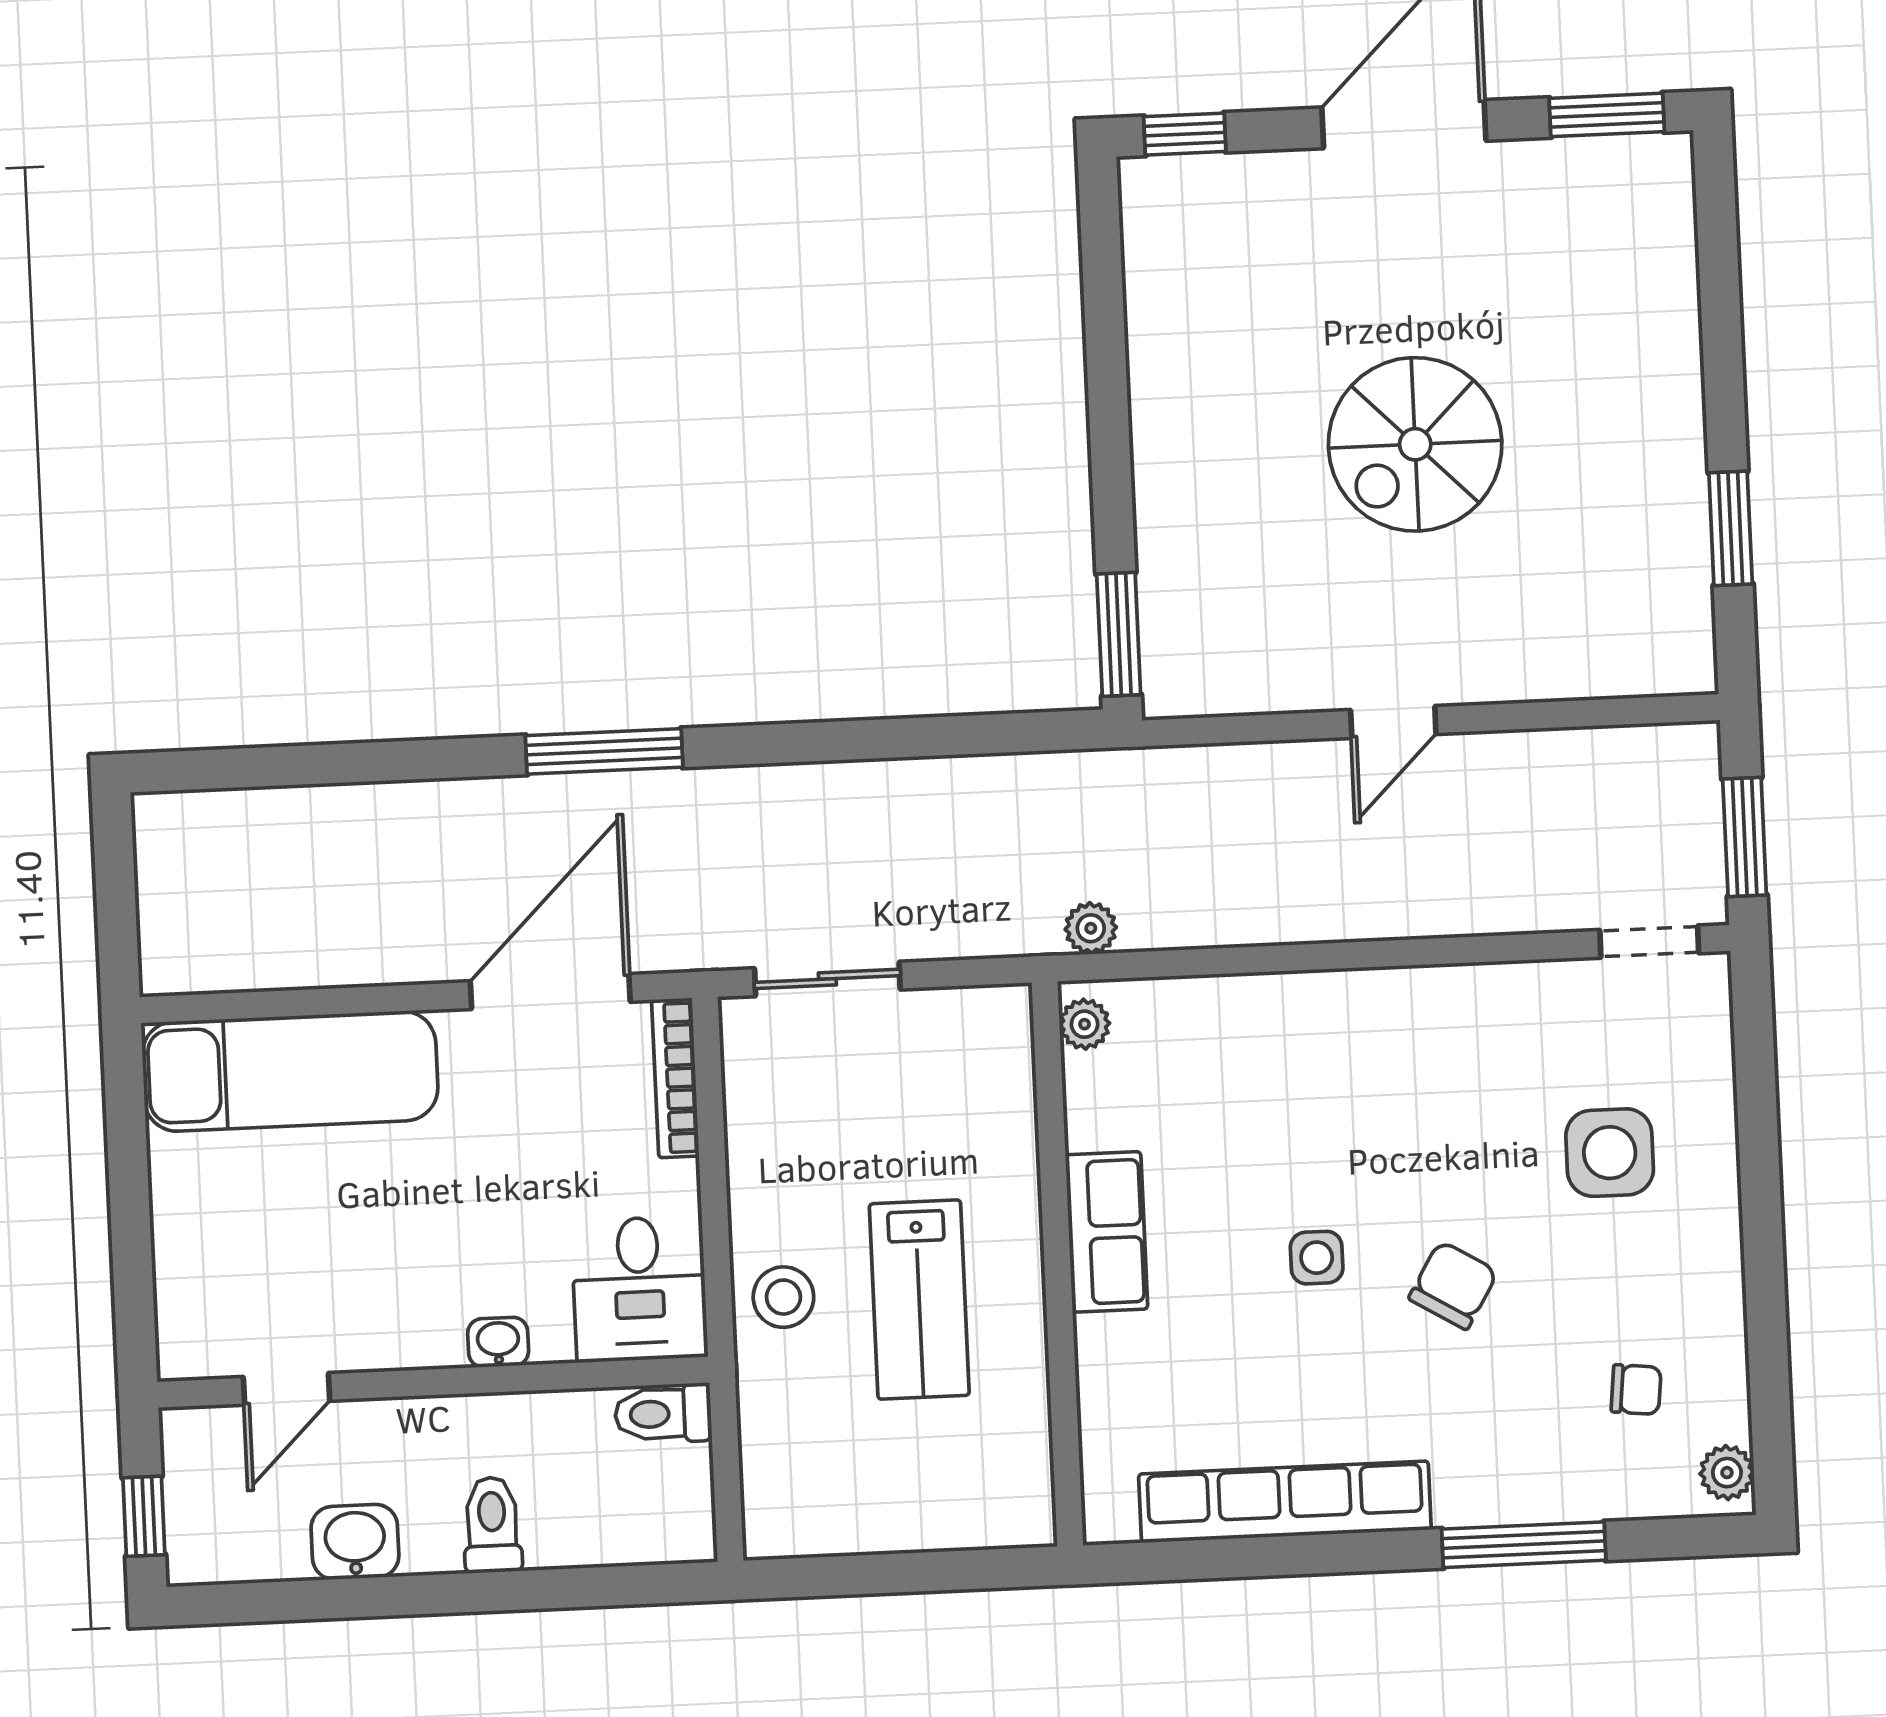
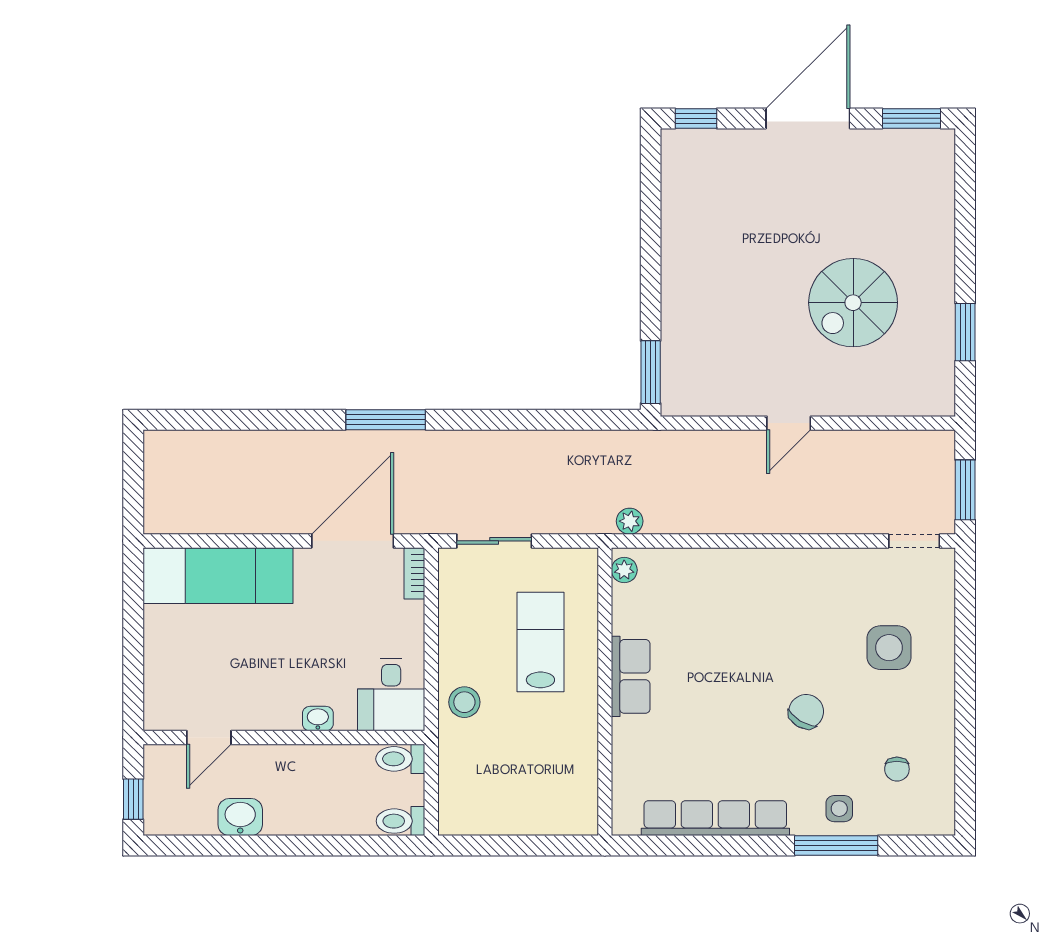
spiral stairs: (1415, 444) -> (853, 303), moved
bookcase: (675, 1078) -> (414, 573), width x0.64
side table: (1317, 1258) -> (839, 809), moved
lab bench: (919, 1300) -> (540, 642), moved, turned 180
chair: (1636, 1390) -> (897, 769), turned 84
plant: (1727, 1473) -> (941, 814), removed
toilet: (492, 1525) -> (401, 821), moved, turned -90

